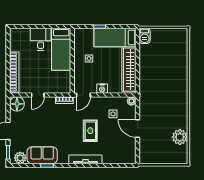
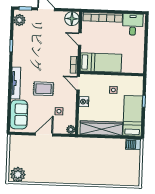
desk: (41, 39) -> (133, 24), moved, turned -90
bed: (61, 49) -> (101, 63), moved, turned 180
plant: (180, 137) -> (18, 174), moved
sofa: (42, 155) -> (19, 115), moved

